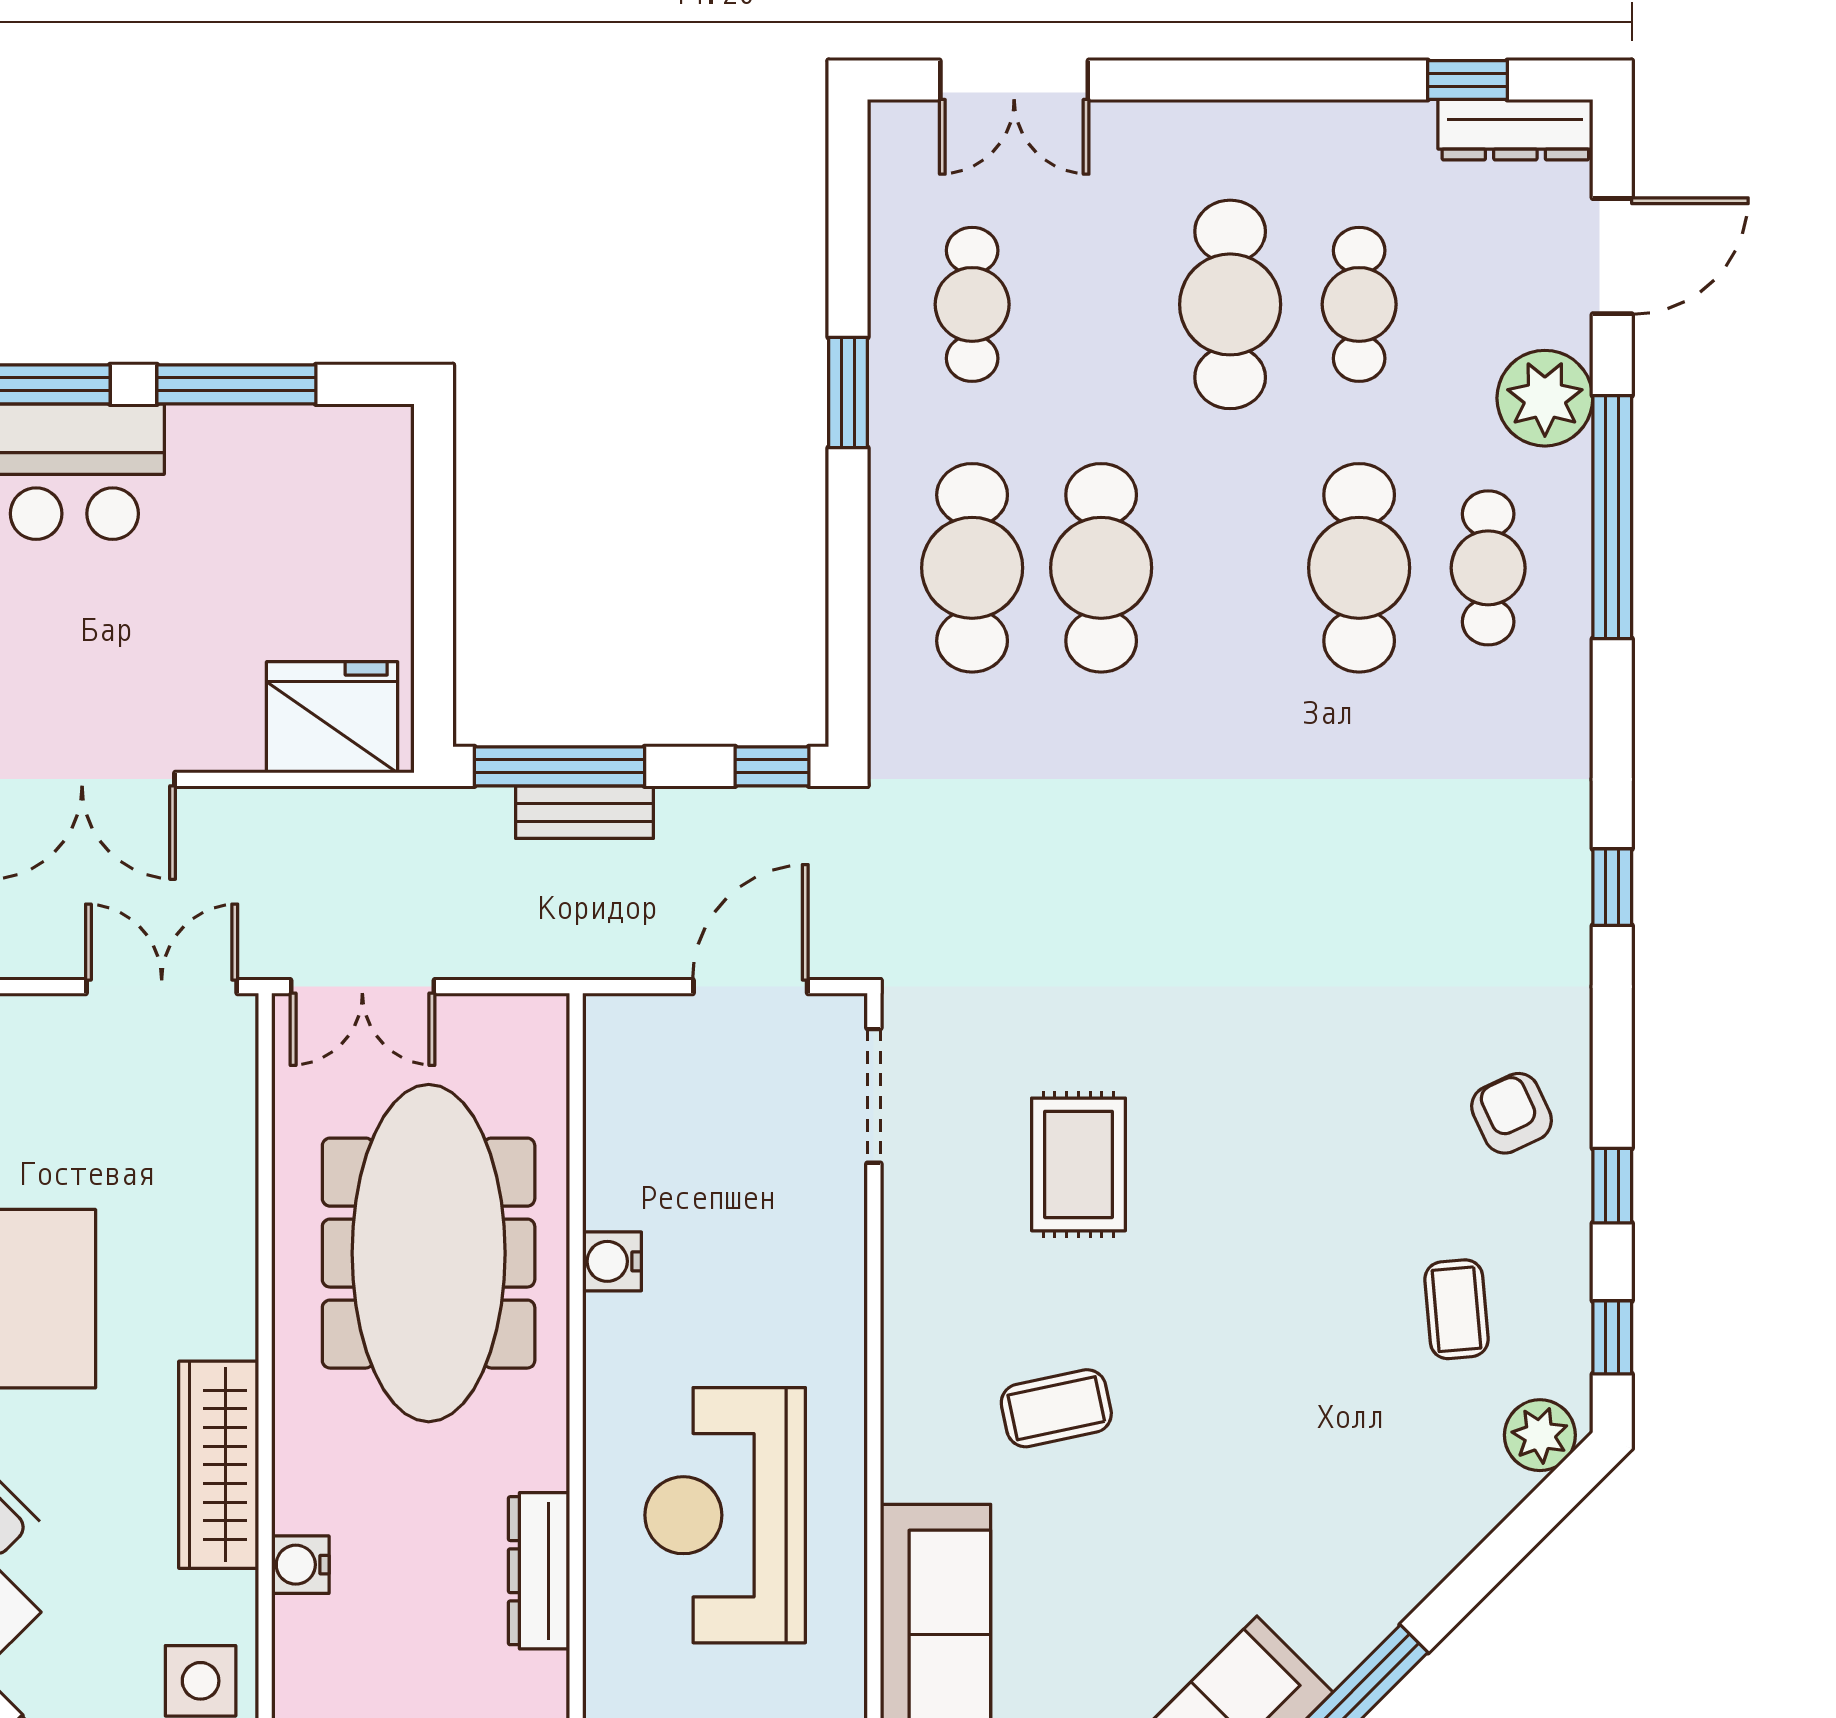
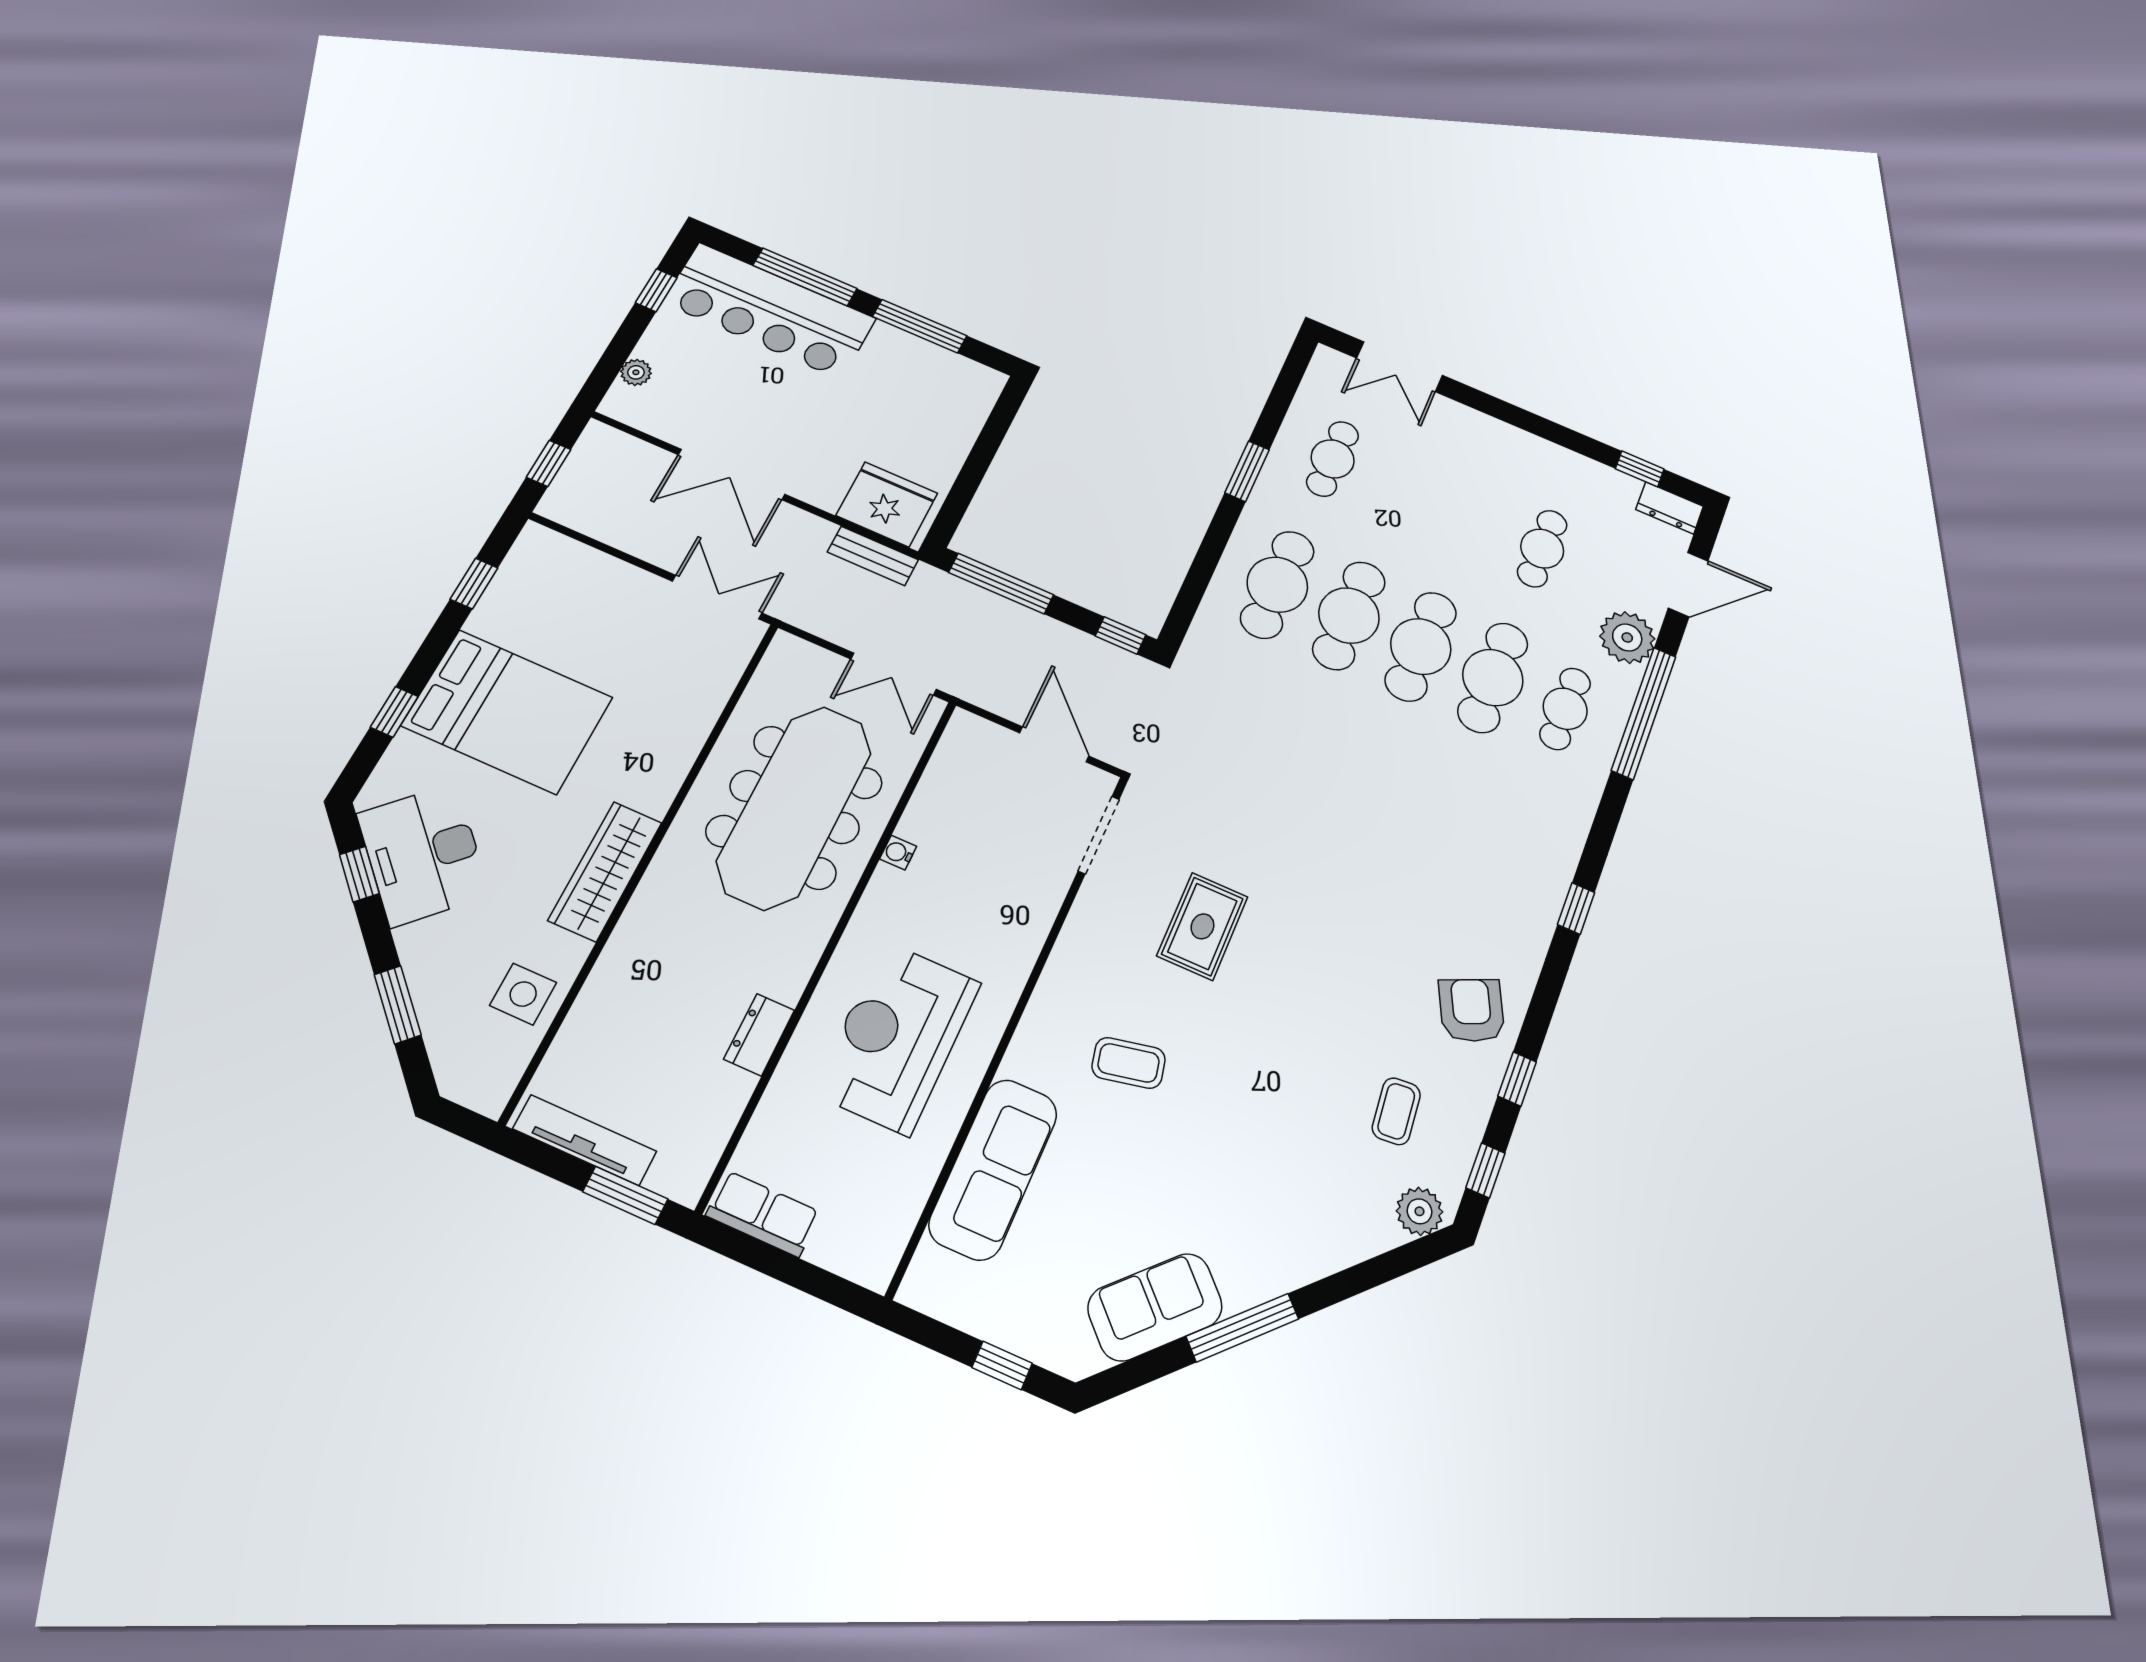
dresser: (1515, 130) -> (1670, 508), width x0.70
cafe table: (1230, 304) -> (1421, 646), moved
bench: (584, 812) -> (873, 556), moved
double door: (362, 987) -> (893, 674), moved
door: (750, 987) -> (1054, 744), hinge flipped
armchair: (1512, 1113) -> (1472, 1010), width x1.38, depth x1.38
water cooler: (612, 1261) -> (898, 853), width x0.72, depth x0.72
water cooler: (300, 1565) -> (623, 952), removed
dresser: (539, 1571) -> (759, 1035), width x0.70

